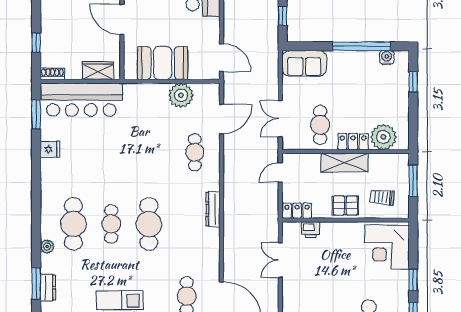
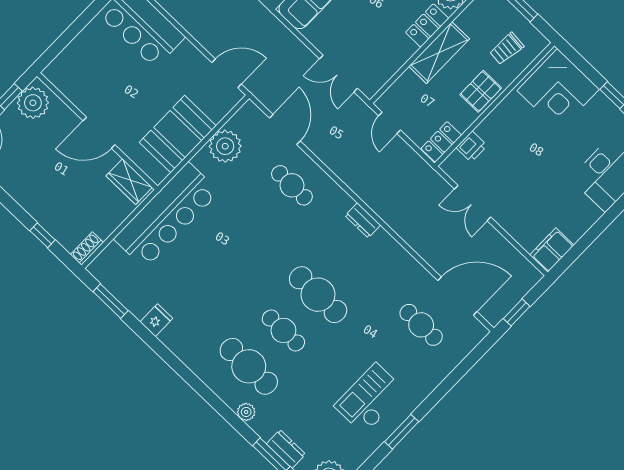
wardrobe: (98, 71) -> (129, 182), moved, turned -90
bar counter: (81, 100) -> (166, 215), moved
cafe table: (320, 125) -> (381, 41), removed
dresser: (213, 209) -> (363, 220), width x0.70

